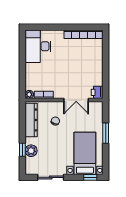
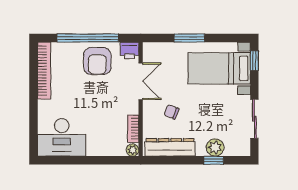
window: (106, 64) -> (88, 38), added
armchair: (90, 70) -> (97, 61), added

